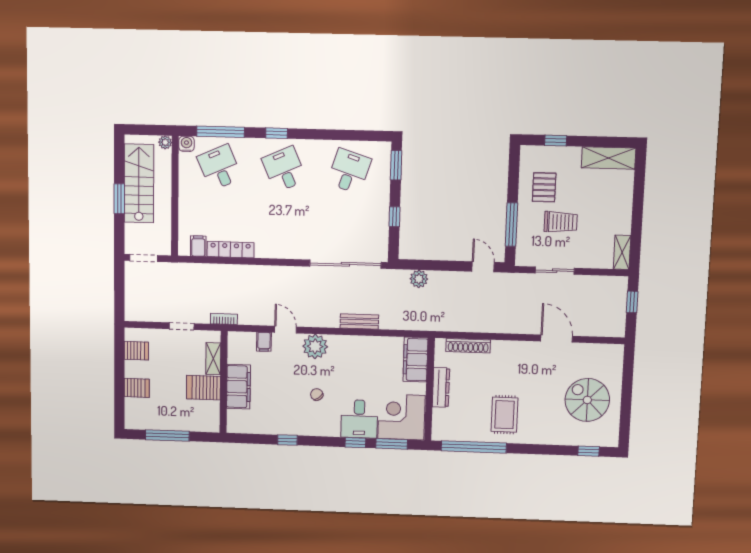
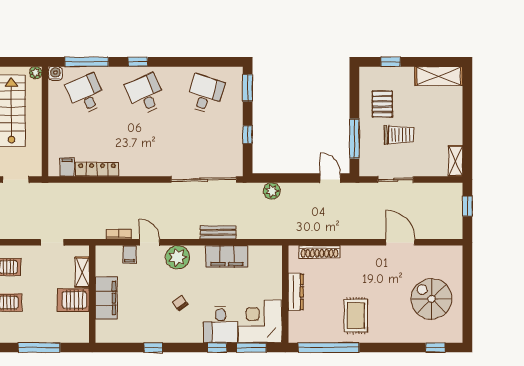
bookcase: (224, 319) -> (119, 234), moved
filing cabinet: (415, 360) -> (227, 256), moved, turned -90

